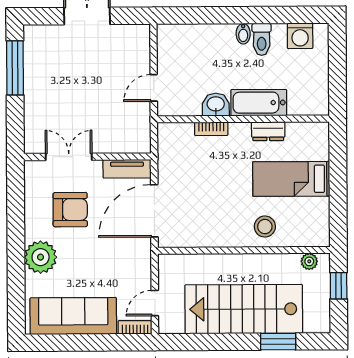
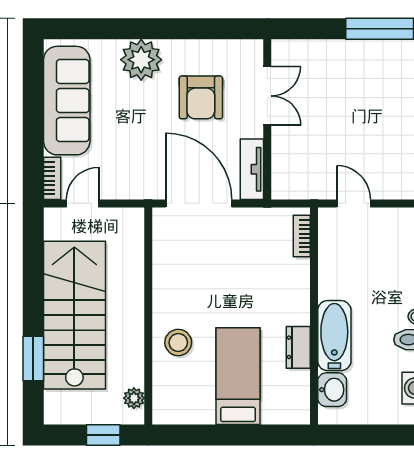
washbasin: (216, 105) -> (332, 390), moved
bookcase: (211, 129) -> (302, 236), moved
door: (155, 303) -> (83, 203), hinge flipped

